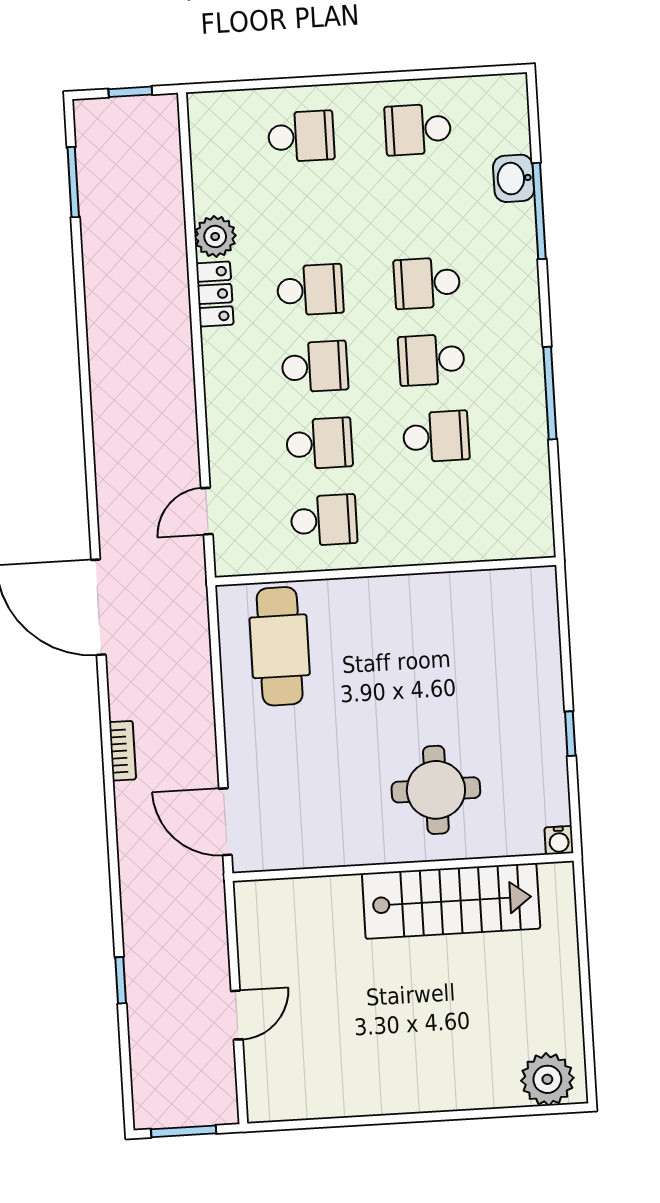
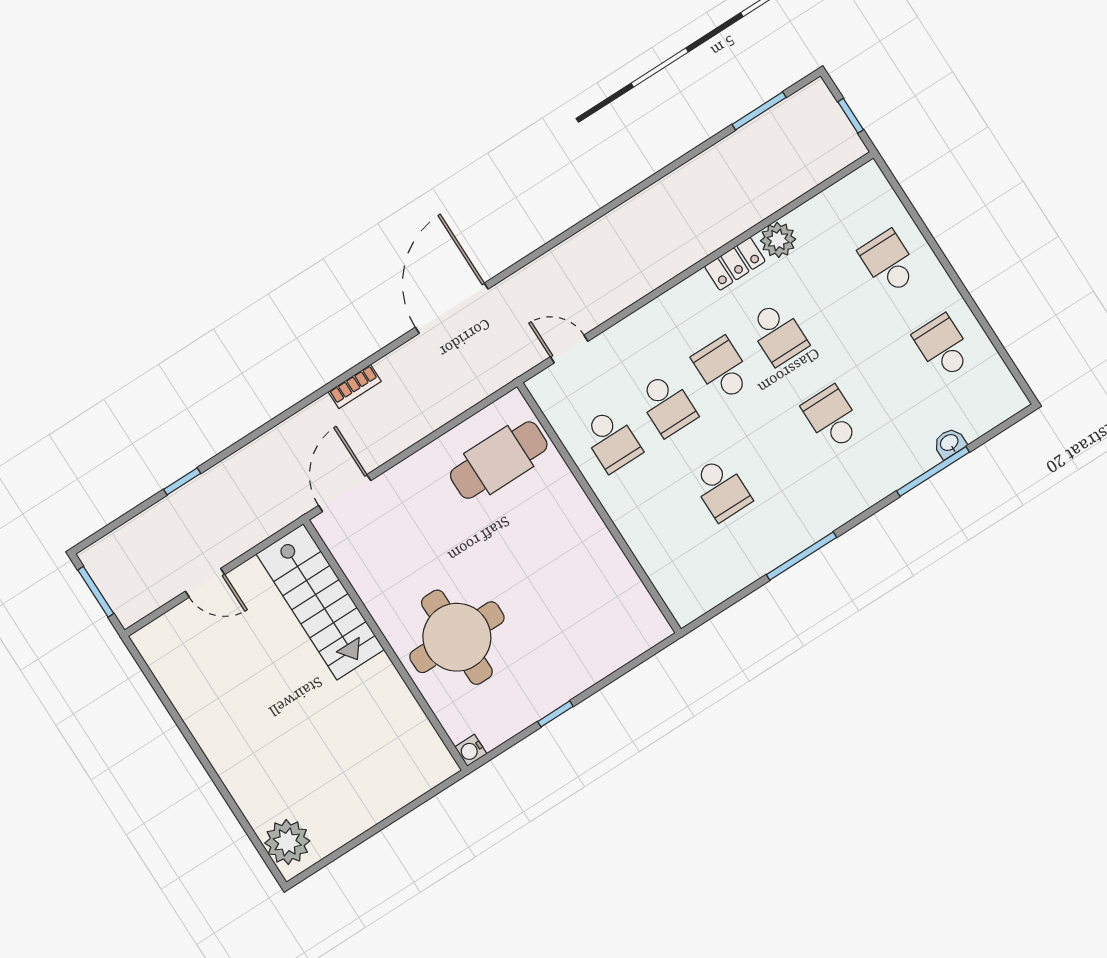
school desk: (301, 136) -> (889, 262), turned 180
washbasin: (514, 178) -> (950, 443), width x0.72, depth x0.69
school desk: (432, 360) -> (777, 453), removed
school desk: (315, 367) -> (722, 369), turned 180
round table: (436, 790) -> (457, 637), width x1.36, depth x1.36
stairs: (451, 901) -> (320, 602), moved

